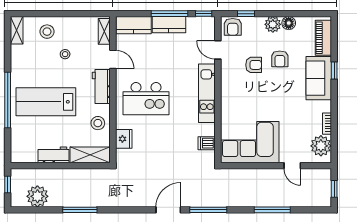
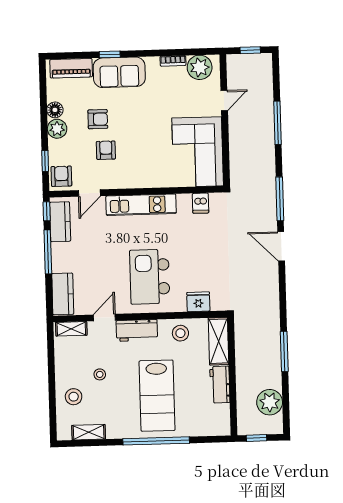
kitchen counter: (169, 25) -> (60, 222), moved
armchair: (233, 27) -> (61, 176), turned -90
shelving: (17, 30) -> (89, 432), moved
kitchen island: (146, 99) -> (150, 277), turned 180

